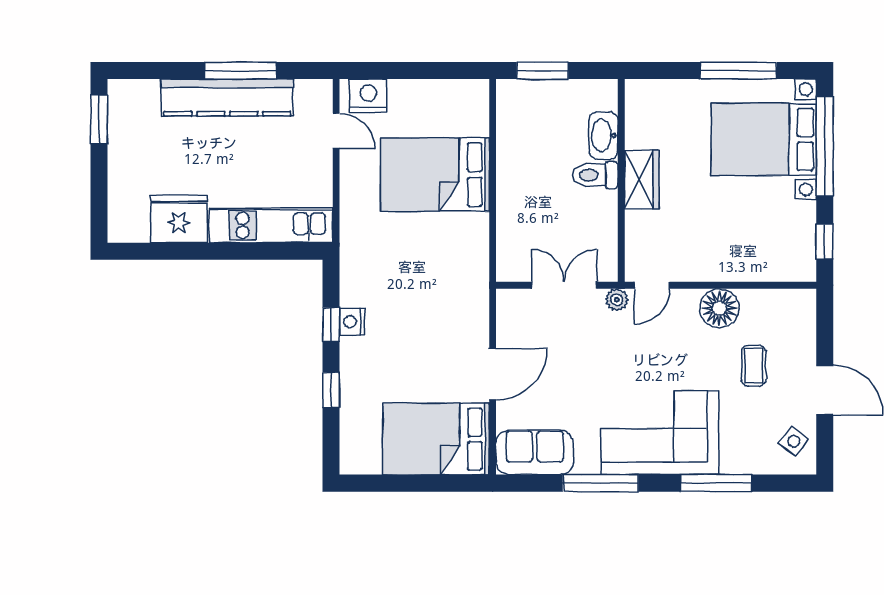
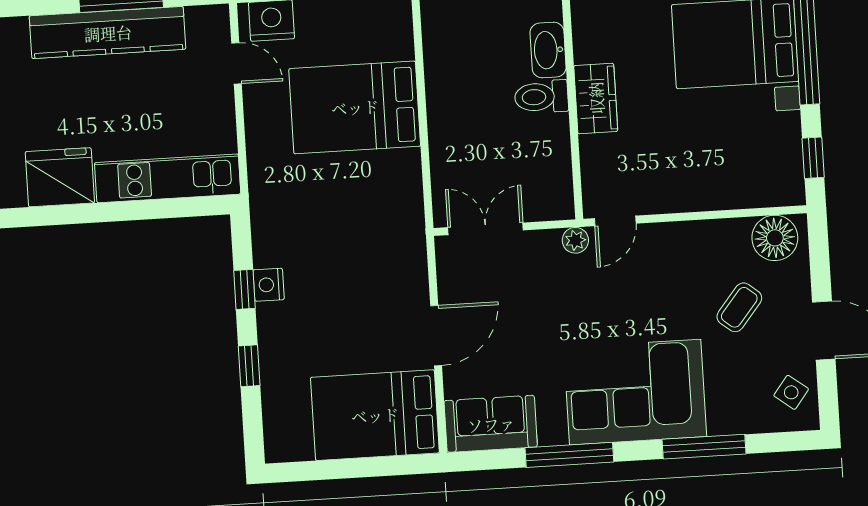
double door: (564, 285) -> (486, 229), moved
floor lamp: (719, 308) -> (775, 238), moved
coffee table: (754, 366) -> (739, 307), turned 39

